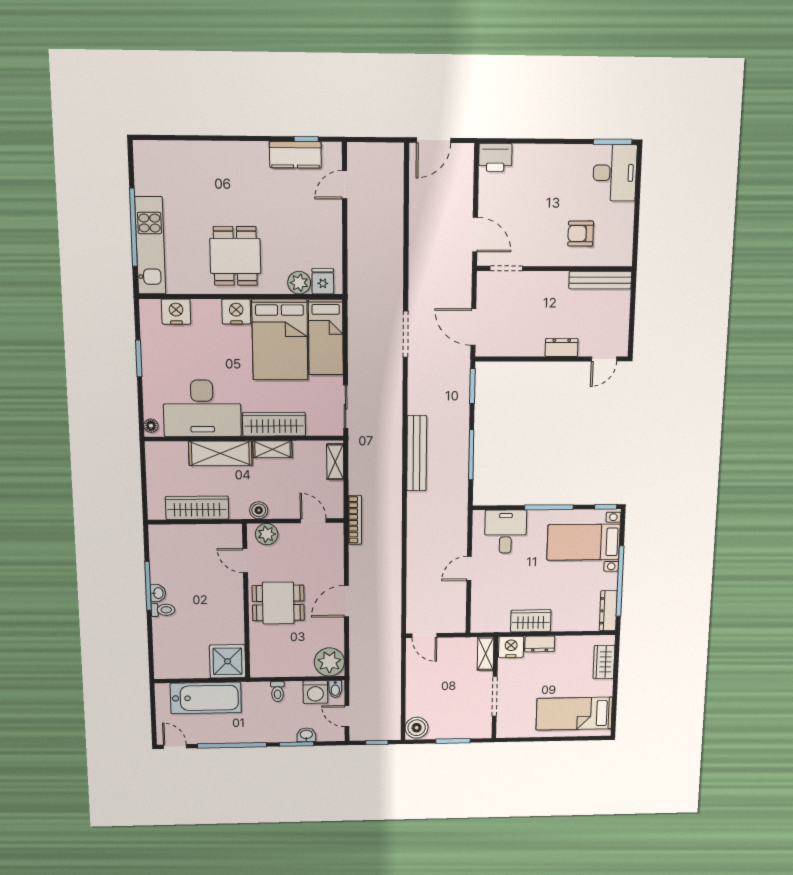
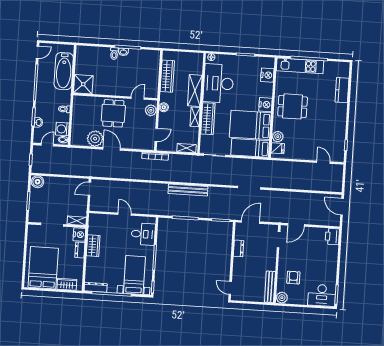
kitchen counter: (295, 155) -> (342, 90), moved
plant: (621, 255) -> (282, 298), added
dresser: (562, 347) -> (239, 248), moved
plant: (329, 662) -> (95, 139), moved
bed: (574, 714) -> (43, 268), width x1.50

